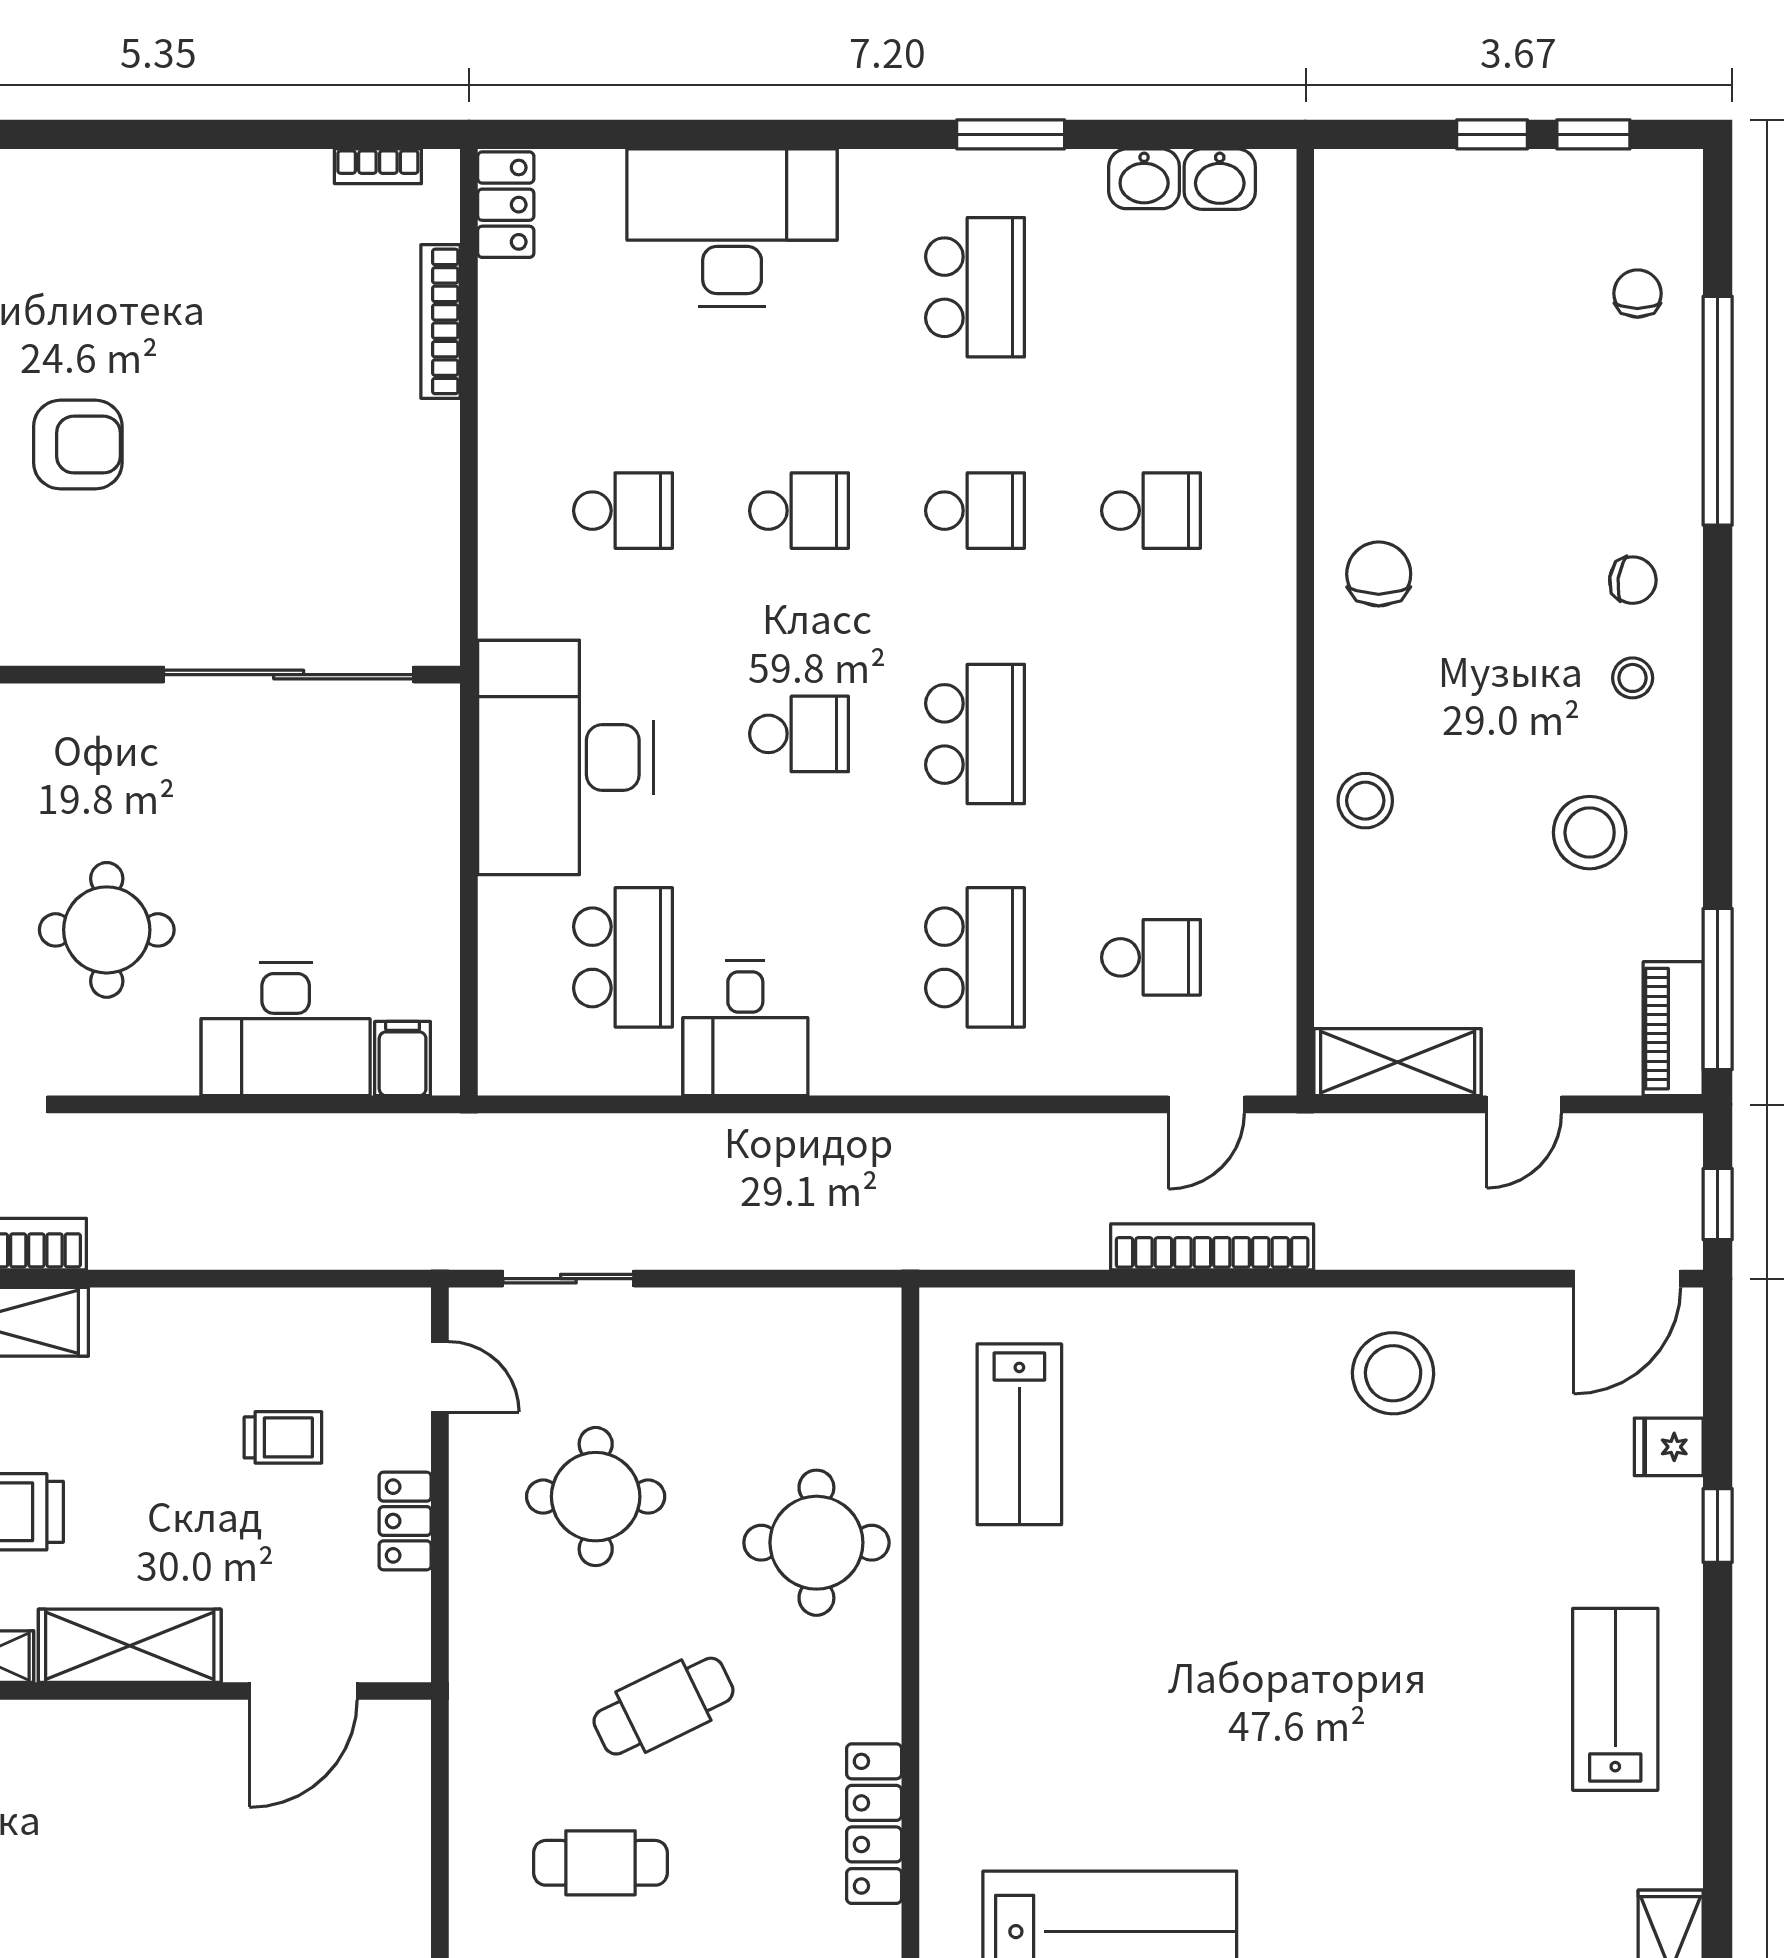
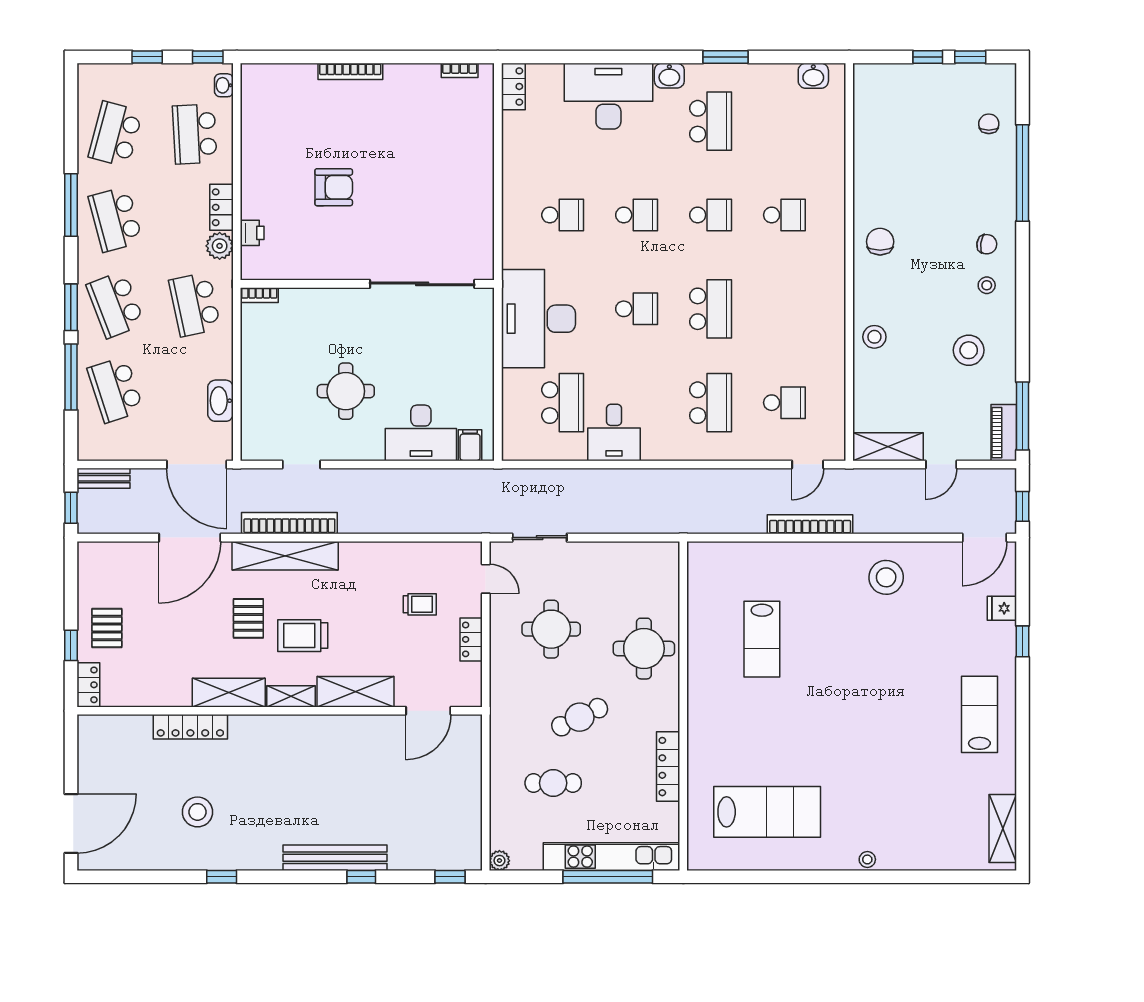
washbasin: (1144, 179) -> (669, 76), moved
bookcase: (440, 321) -> (350, 71), moved, turned -90
lab bench: (1019, 1434) -> (762, 639), moved

